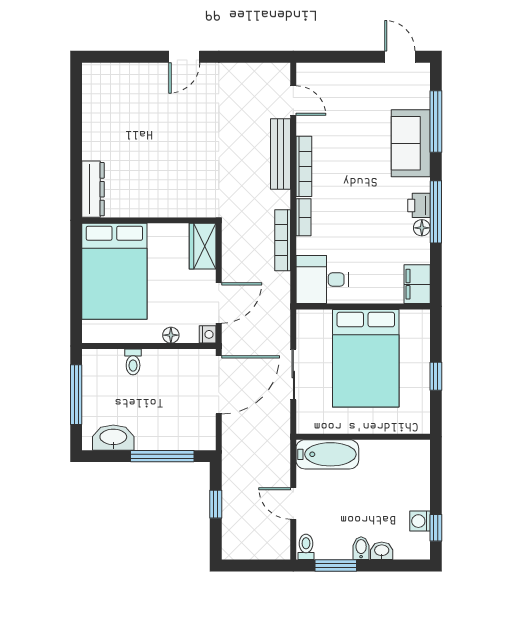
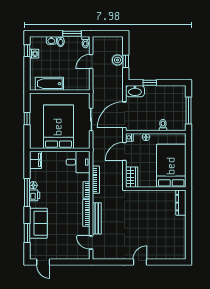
window: (436, 121) -> (27, 233), width x0.69
washbasin: (113, 438) -> (135, 91), moved
bathtub: (327, 454) -> (49, 84), moved
window: (162, 456) -> (150, 83), width x0.46
door: (293, 503) -> (91, 62), swing flipped
plant: (234, 507) -> (117, 60), added

